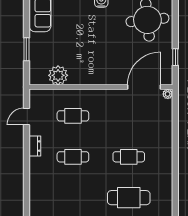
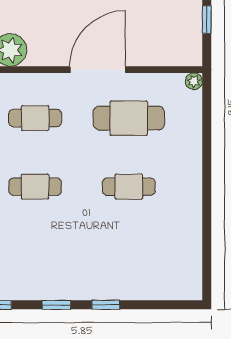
door: (144, 87) -> (98, 70), moved
cafe table: (129, 198) -> (129, 118), moved

